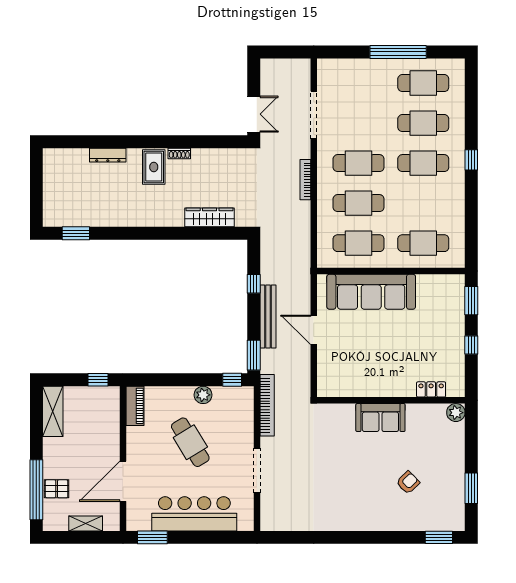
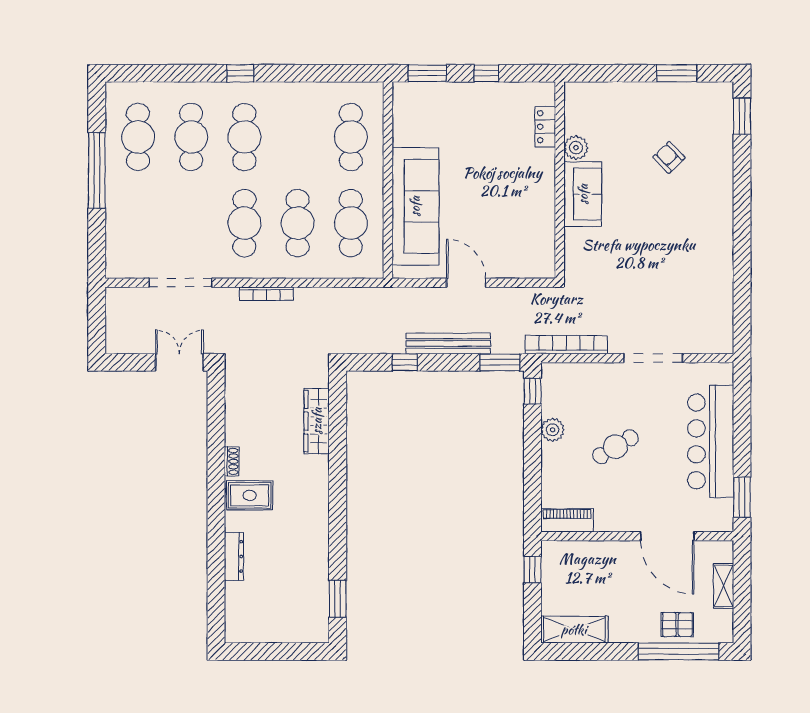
door: (314, 330) -> (466, 283), swing flipped
plant: (456, 413) -> (576, 148), moved
cafe table: (190, 442) -> (615, 447), width x0.73, depth x0.74
pallet: (57, 489) -> (677, 624), turned 90

